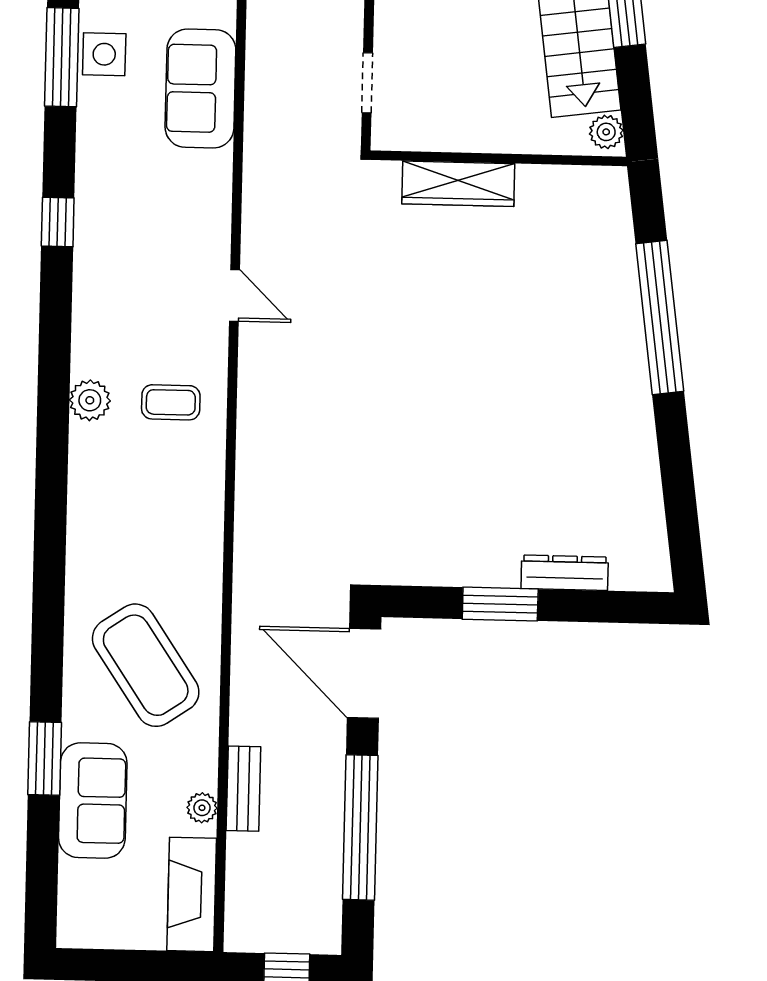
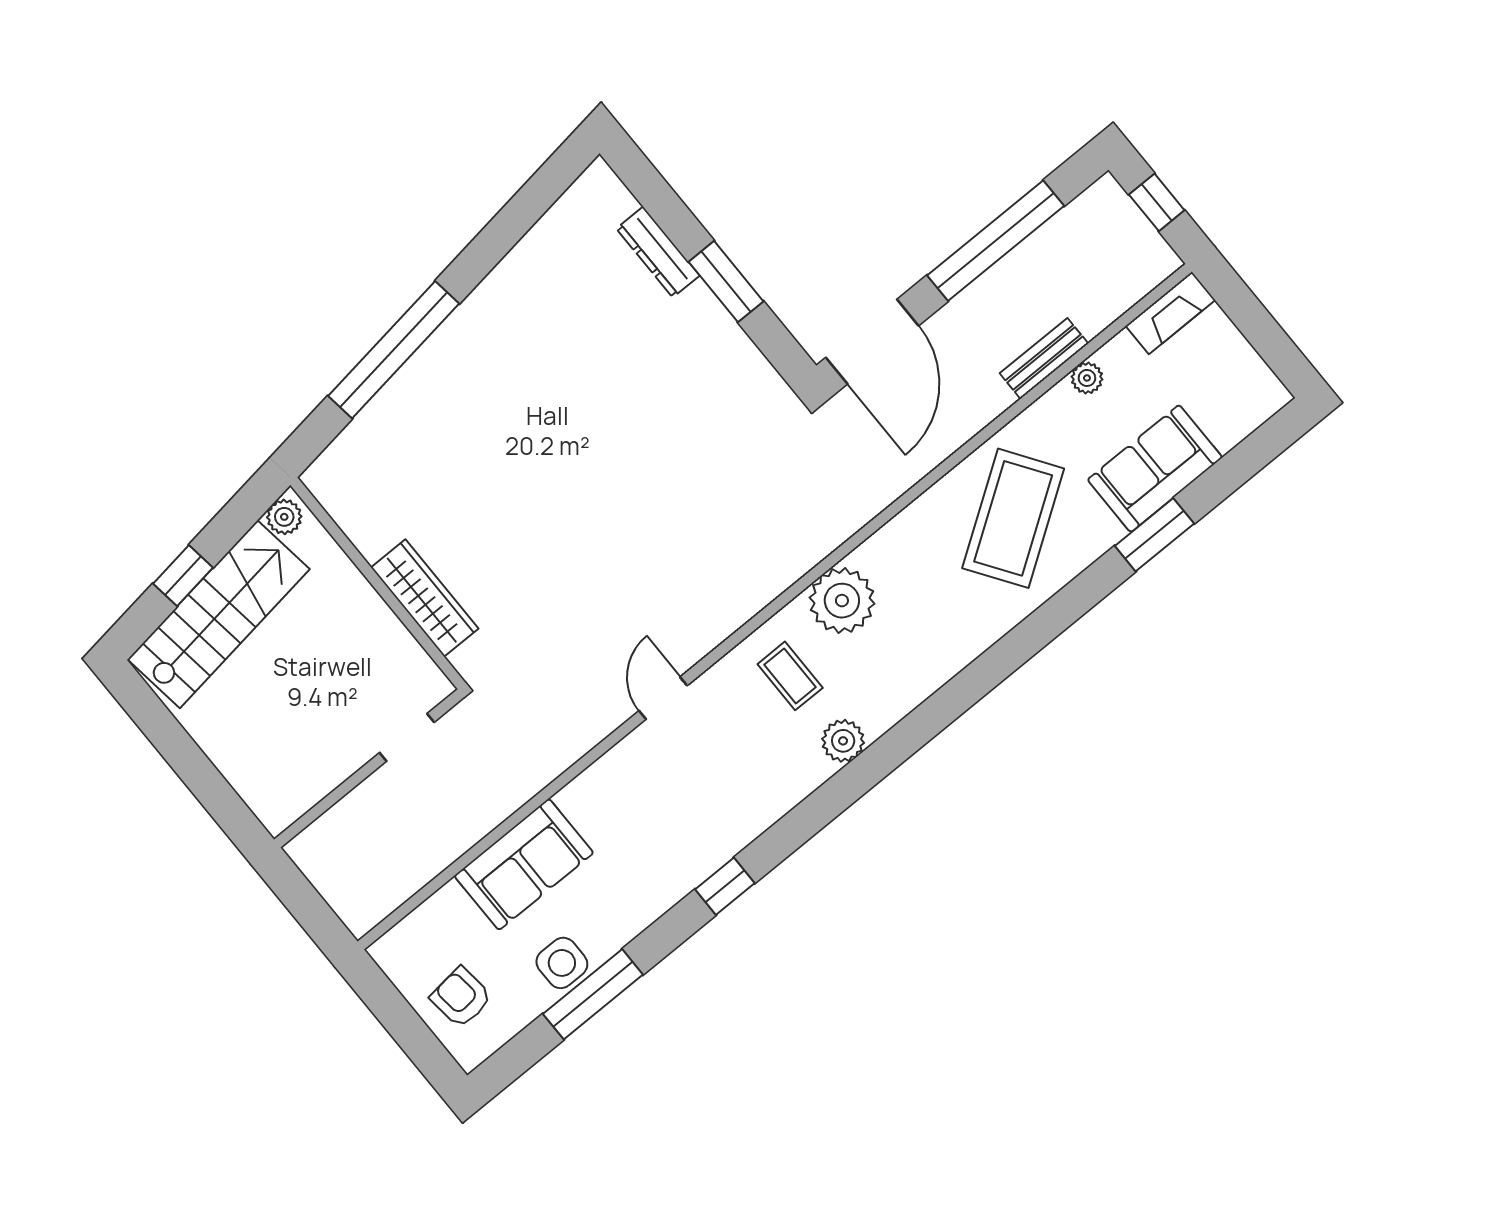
plant: (193, 488) -> (842, 601), added
fireplace: (192, 894) -> (1170, 313), width x0.73, depth x0.76

